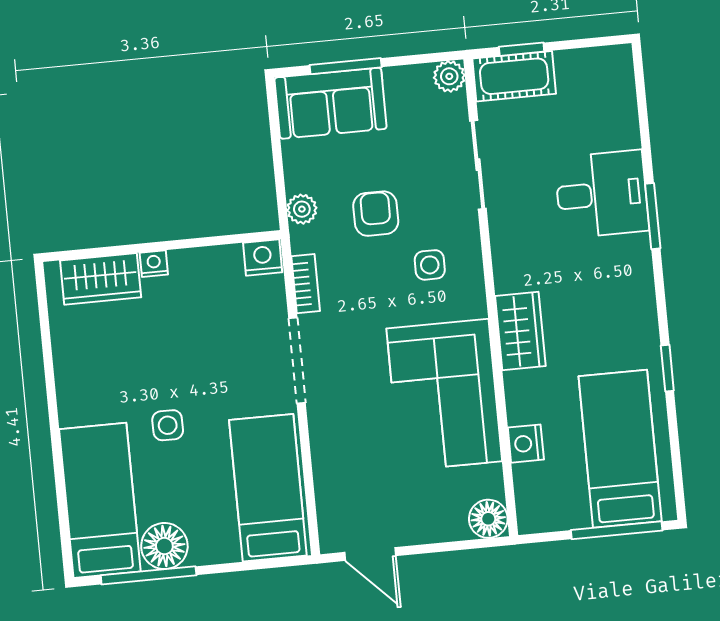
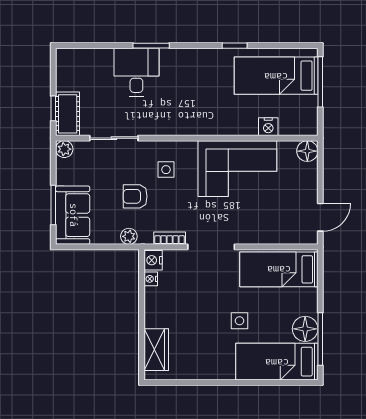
nightstand: (154, 264) -> (151, 279), moved
wardrobe: (520, 331) -> (207, 124), removed

